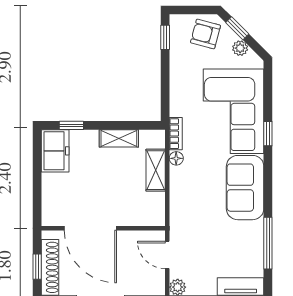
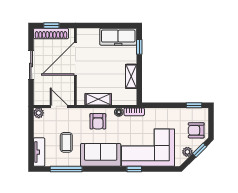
armchair: (206, 34) -> (196, 130), turned -105
freezer: (55, 151) -> (118, 37), width x1.40
shelving: (156, 170) -> (98, 99), moved
armchair: (191, 192) -> (98, 121), added
coffee table: (225, 243) -> (66, 142), added
door: (167, 255) -> (59, 106), hinge flipped

